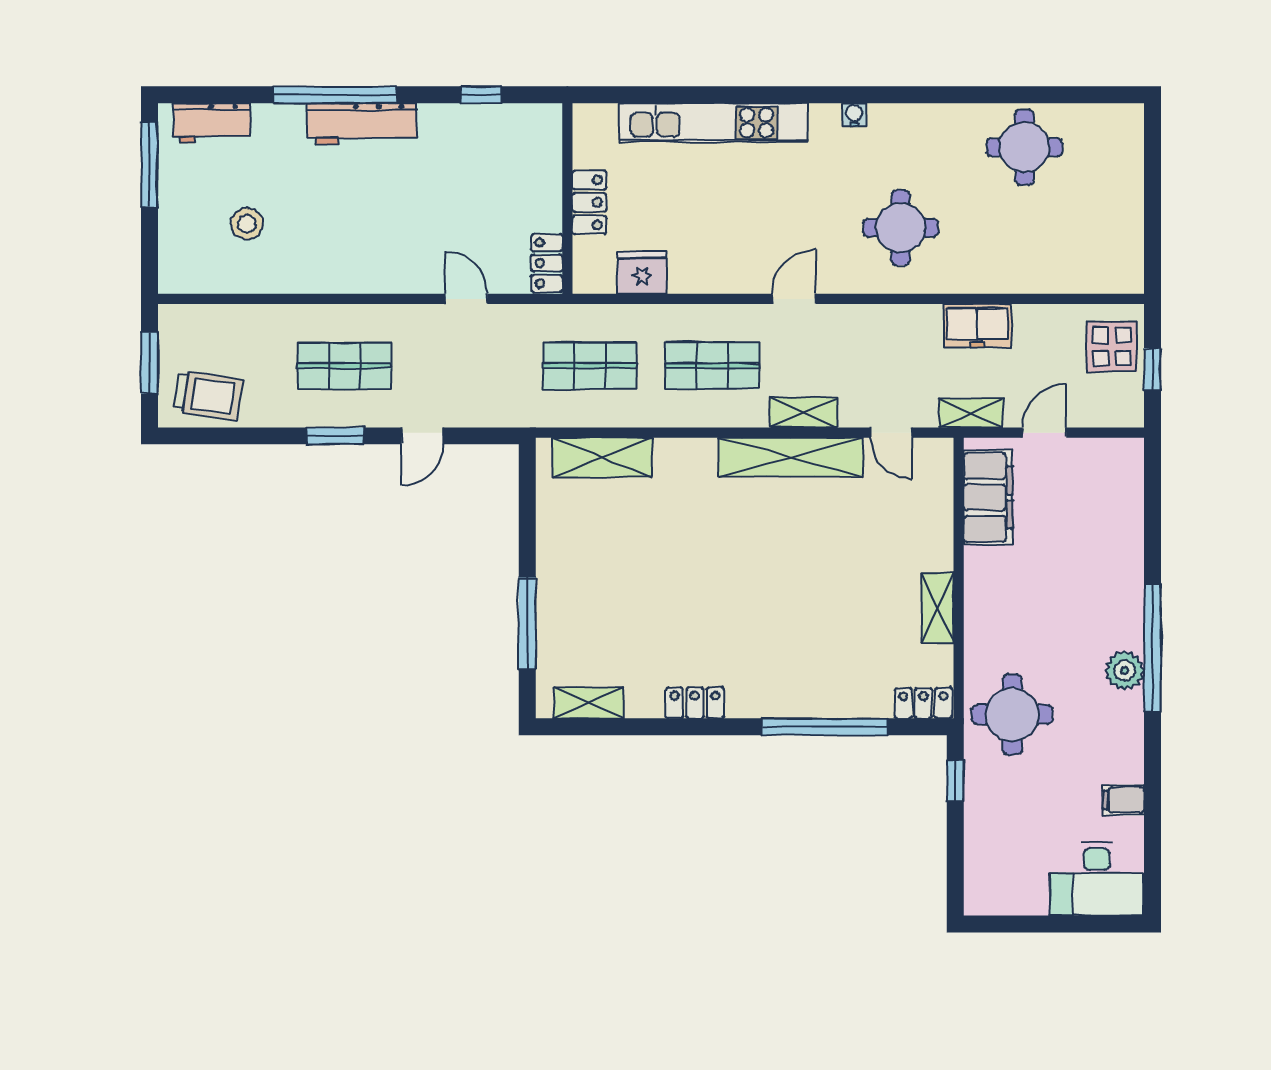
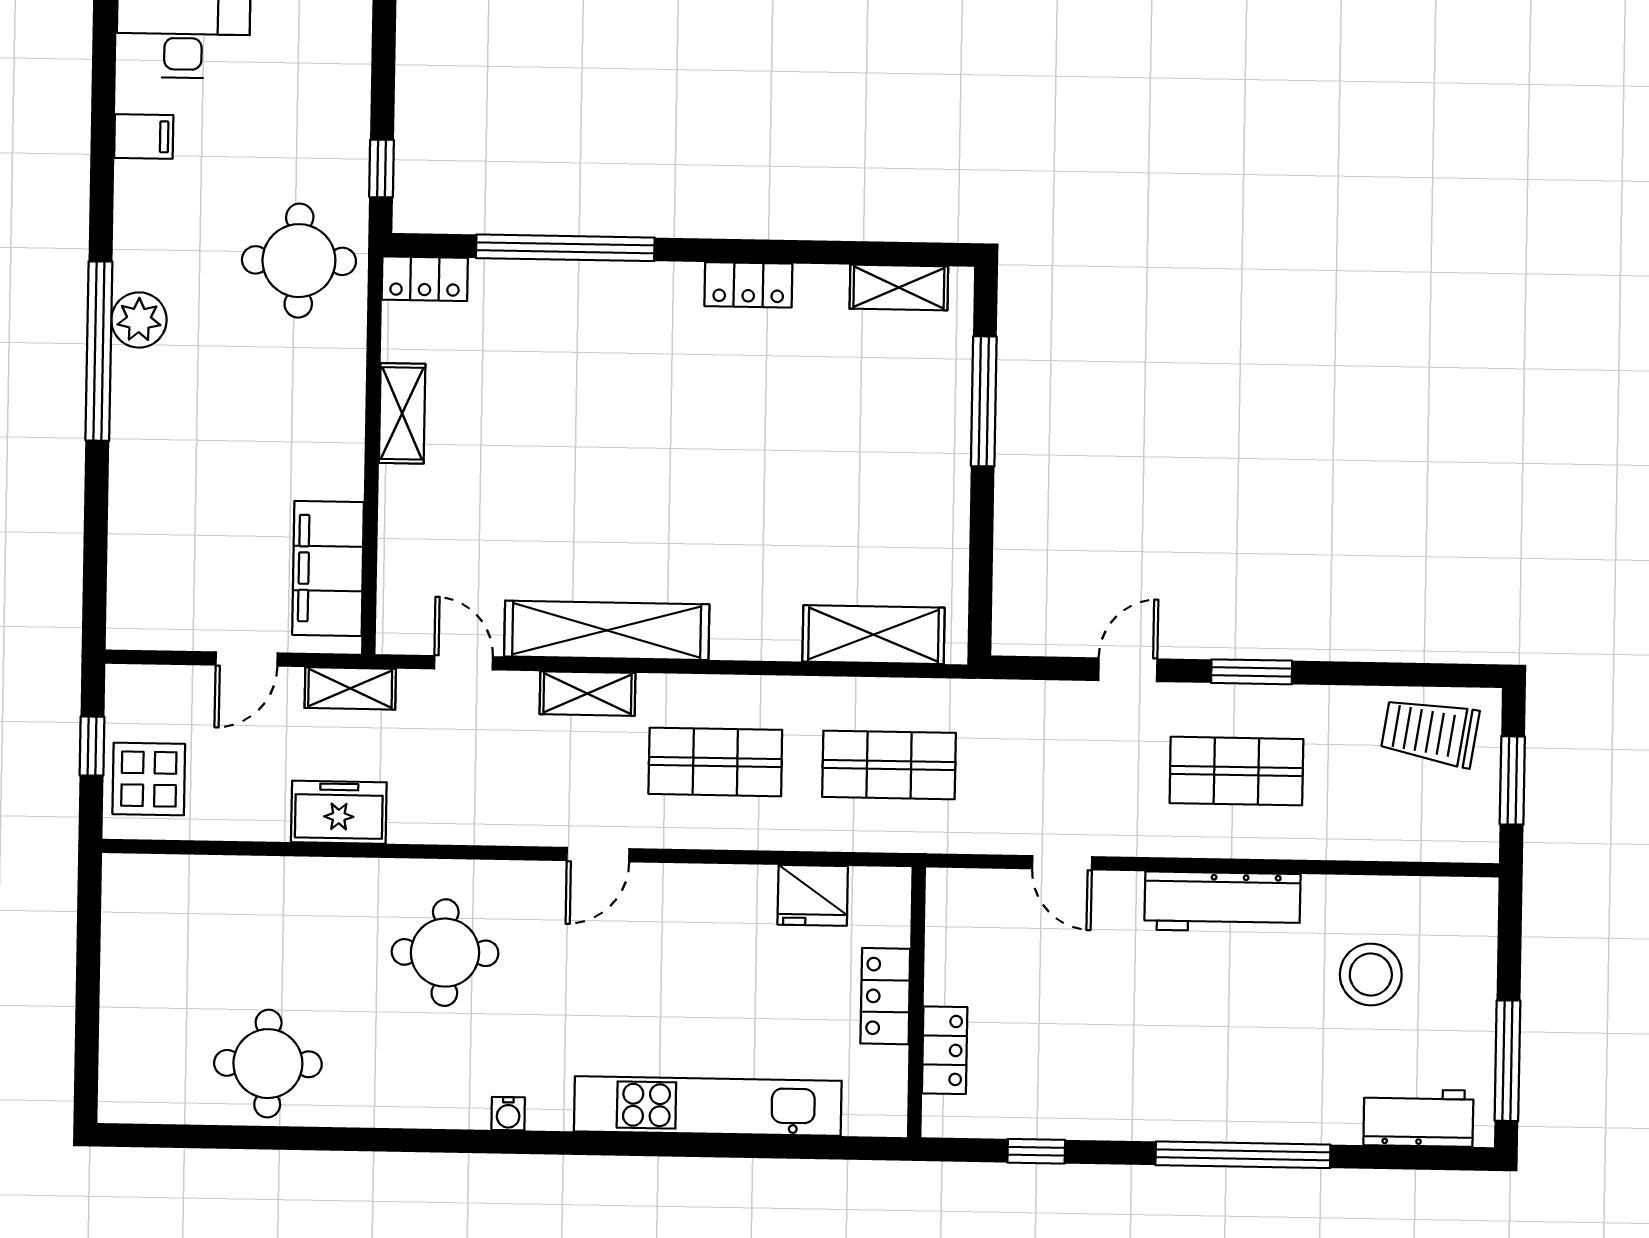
workbench: (362, 124) -> (1222, 902), moved, turned 180
stool: (247, 224) -> (1371, 974), width x1.38, depth x1.38
locker: (547, 263) -> (945, 1050), moved

